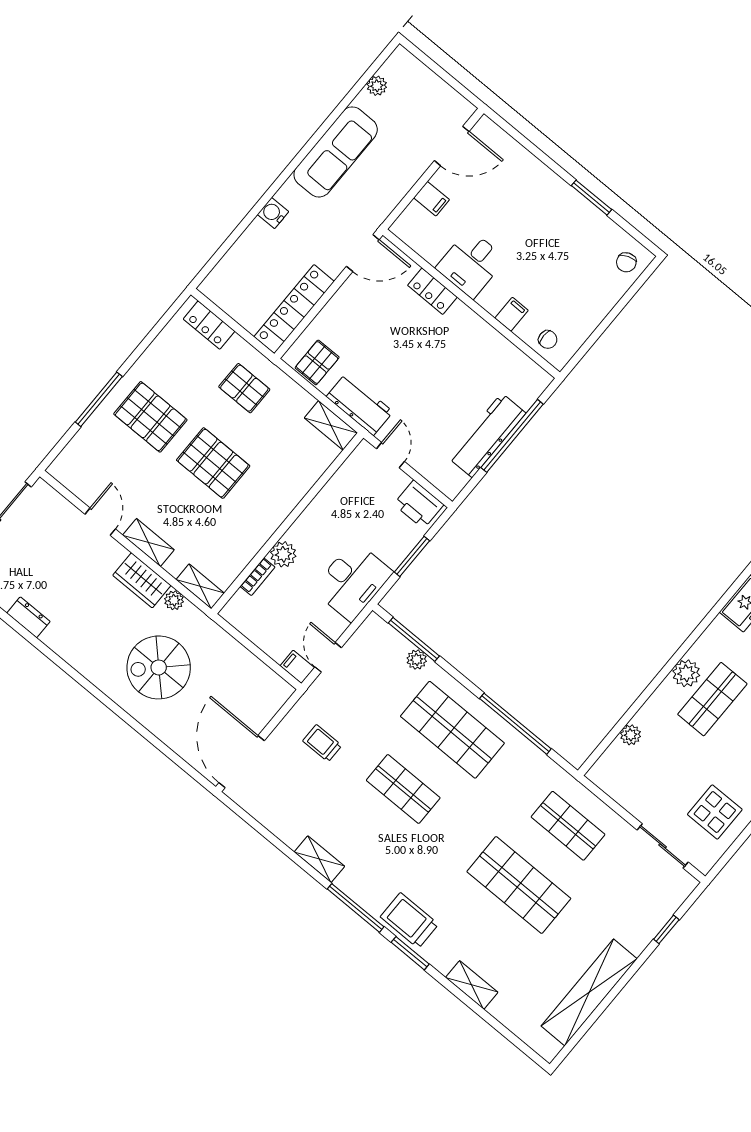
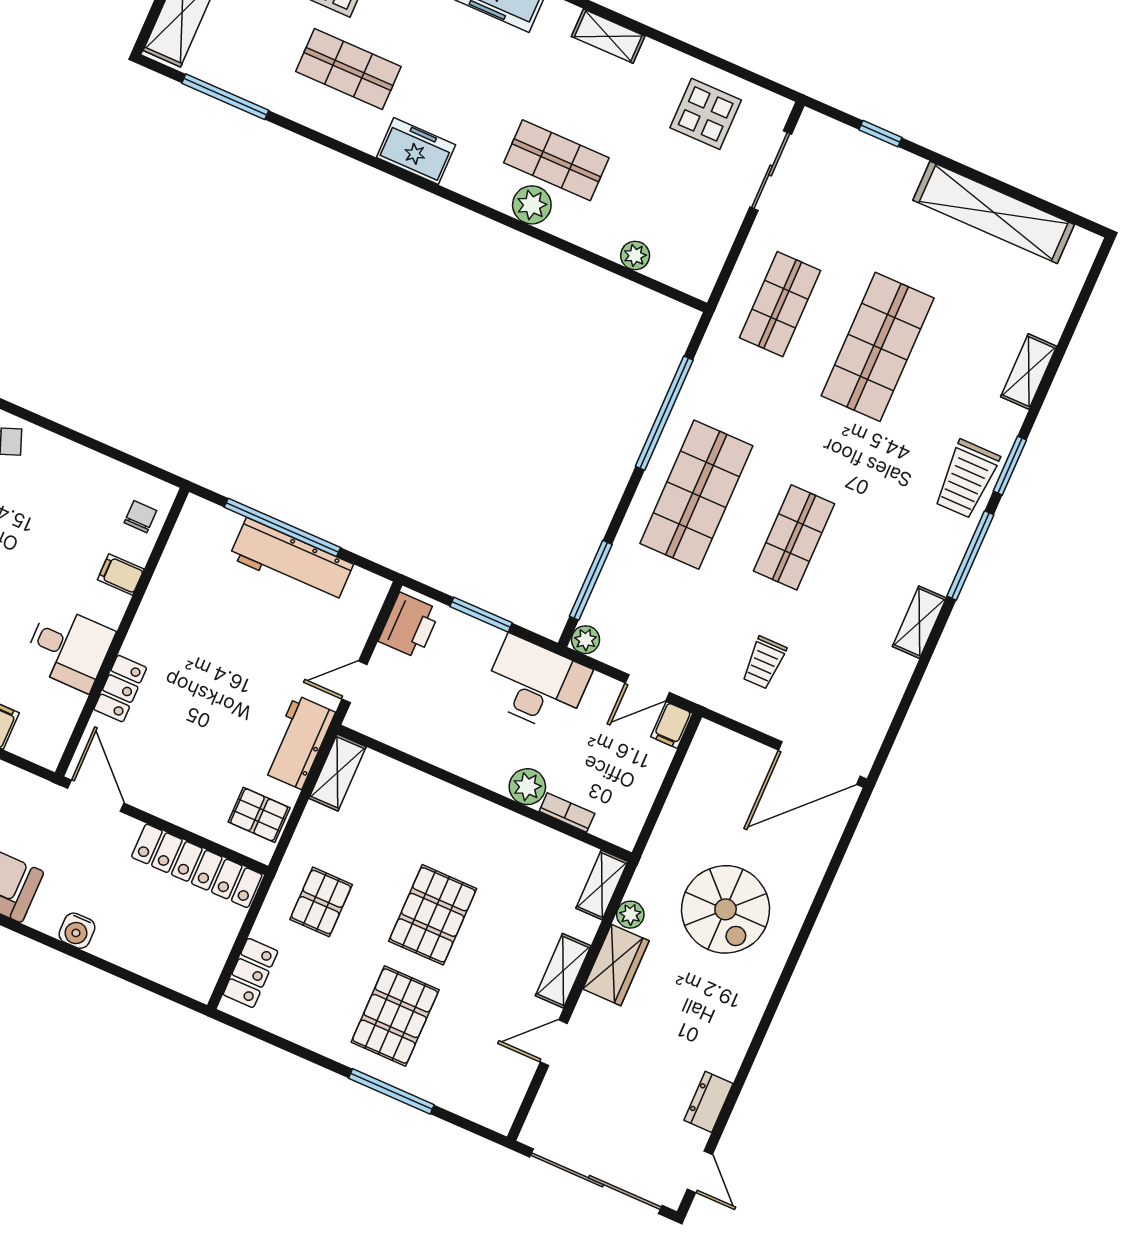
plant: (417, 660) -> (585, 640), moved

